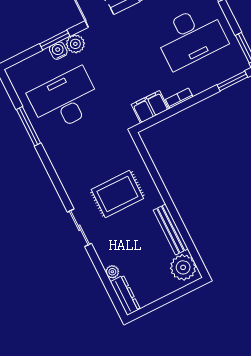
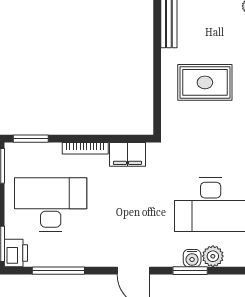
plant: (75, 44) -> (213, 256), moved
bookcase: (179, 98) -> (85, 148), width x1.56

